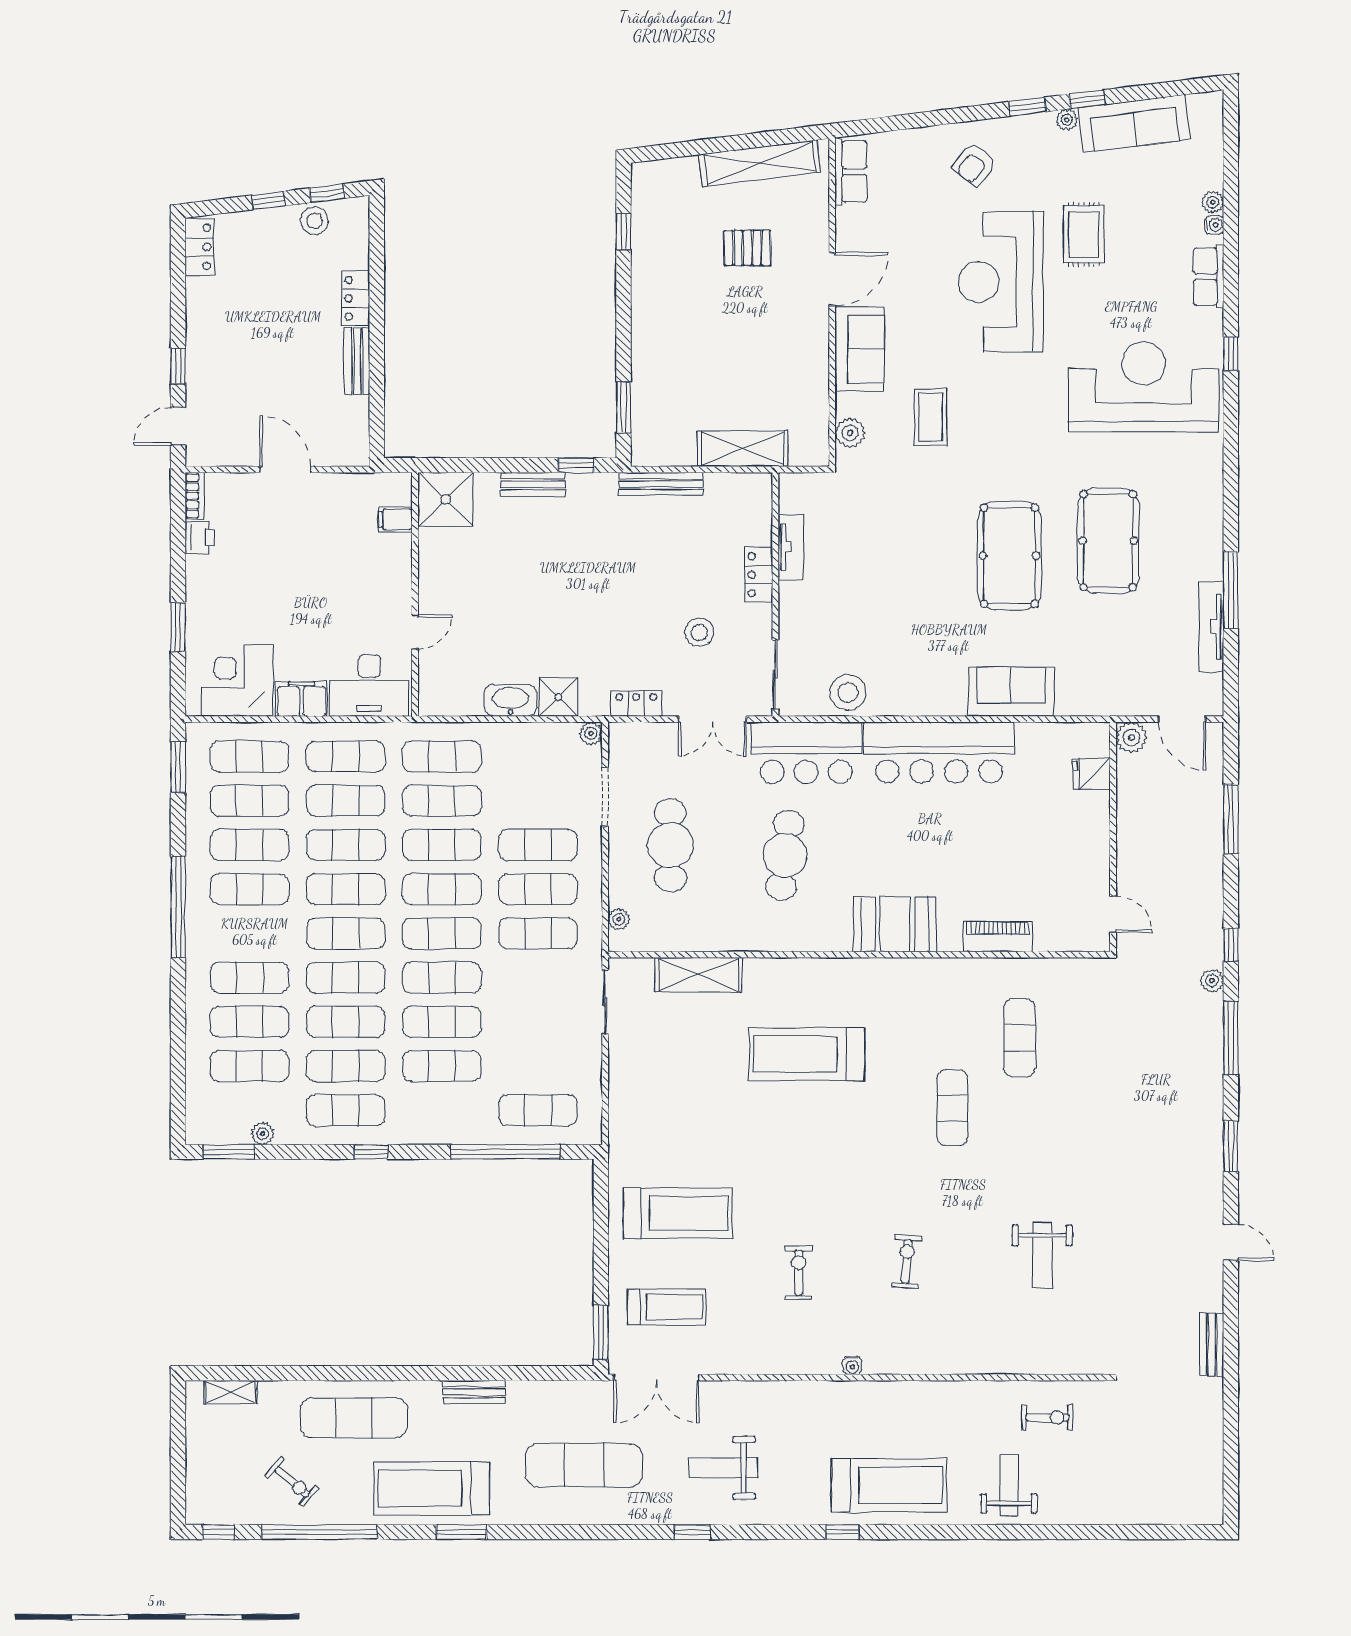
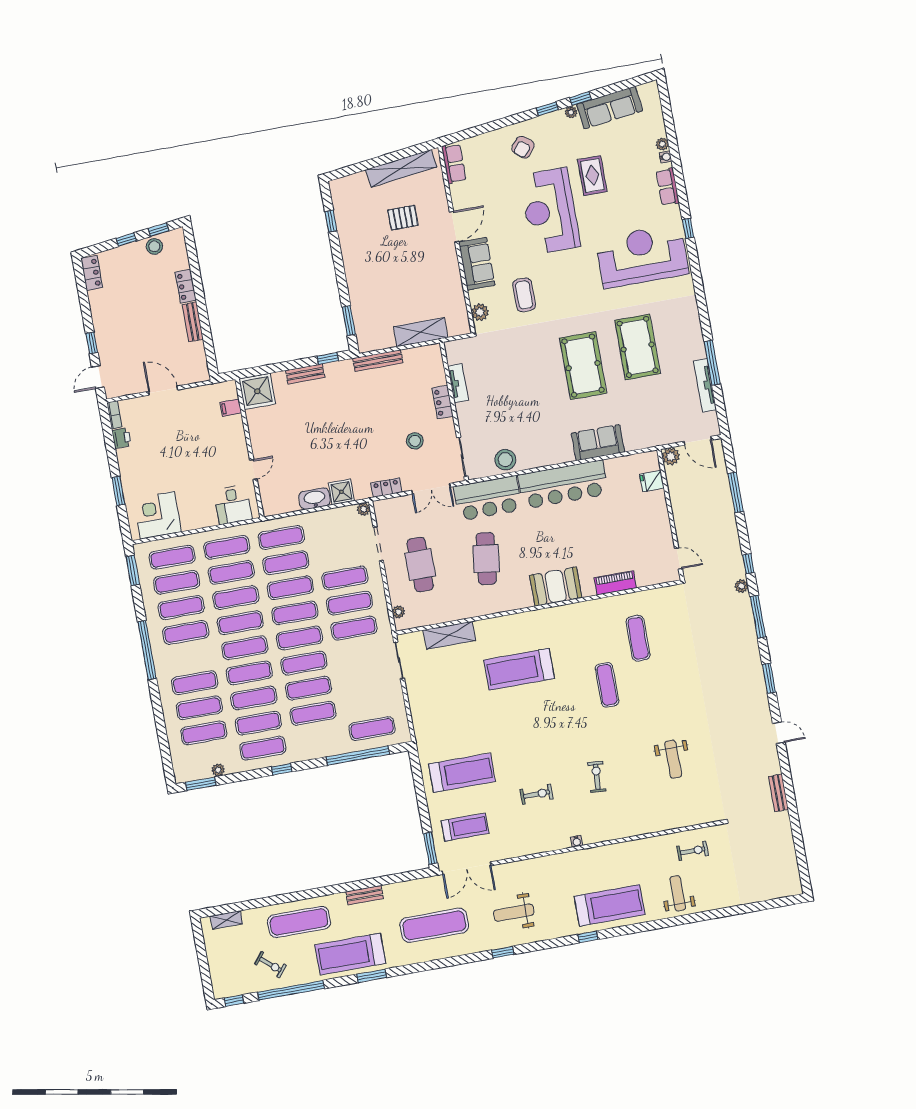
desk: (369, 685) -> (233, 505), width x0.73
filing cabinet: (302, 699) -> (196, 519), removed
exercise bike: (799, 1273) -> (537, 794), turned 90

